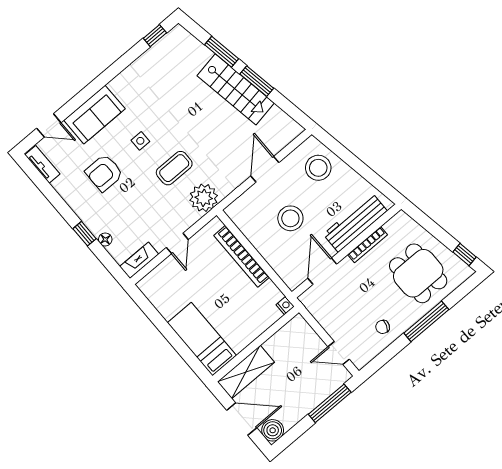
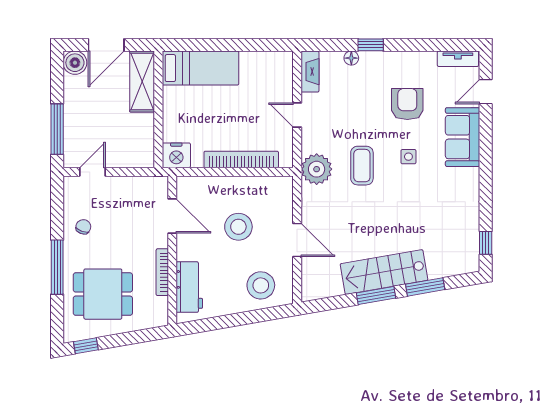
workbench: (355, 223) -> (189, 287), width x0.73
nightstand: (285, 306) -> (176, 155), width x1.89, depth x1.79

